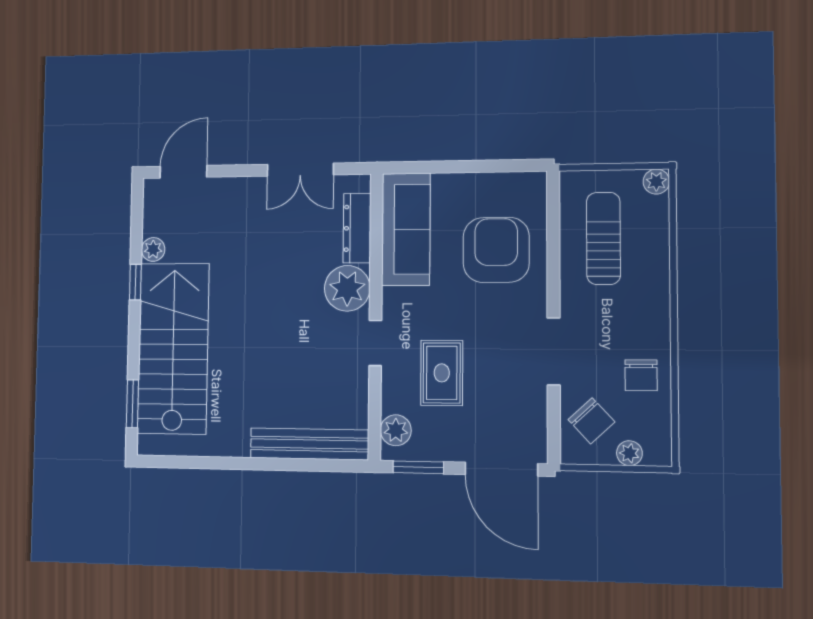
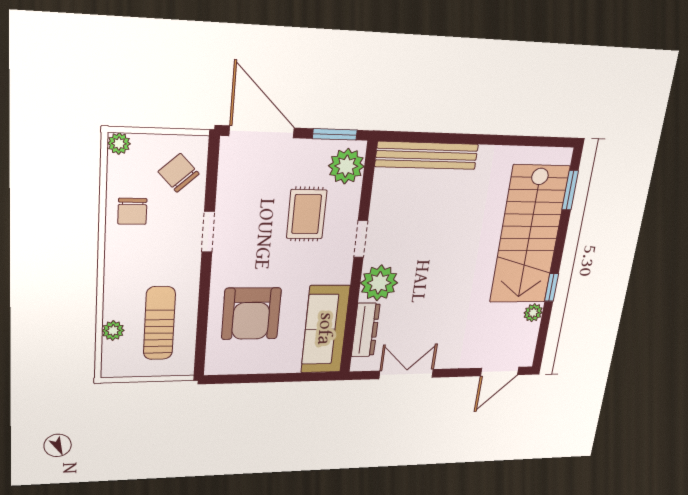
plant: (656, 182) -> (113, 331), moved
sun lounger: (603, 238) -> (159, 323), turned 180
doorway: (554, 351) -> (208, 232), width x0.73
chair: (641, 375) -> (132, 211), turned 180
plant: (396, 430) -> (346, 166), width x1.36, depth x1.36
plant: (629, 453) -> (119, 144), moved

